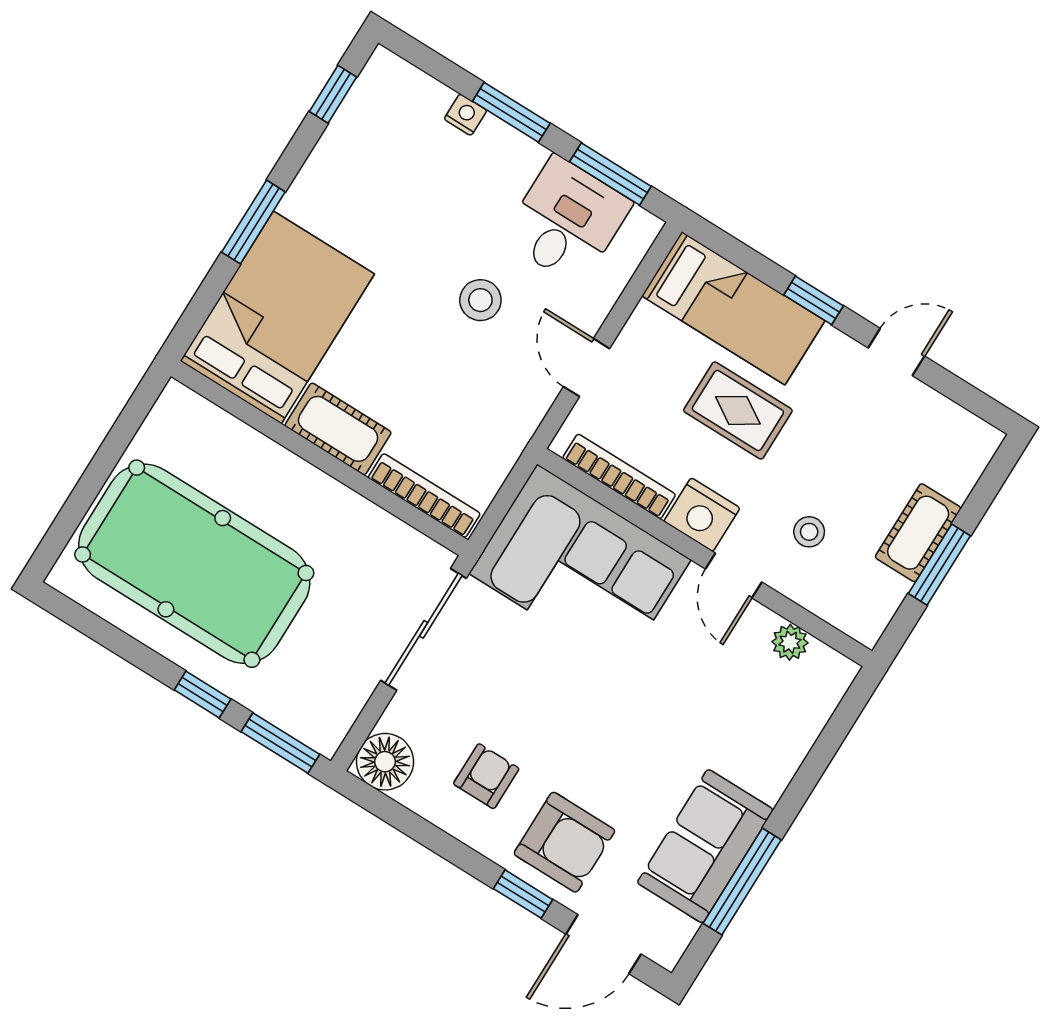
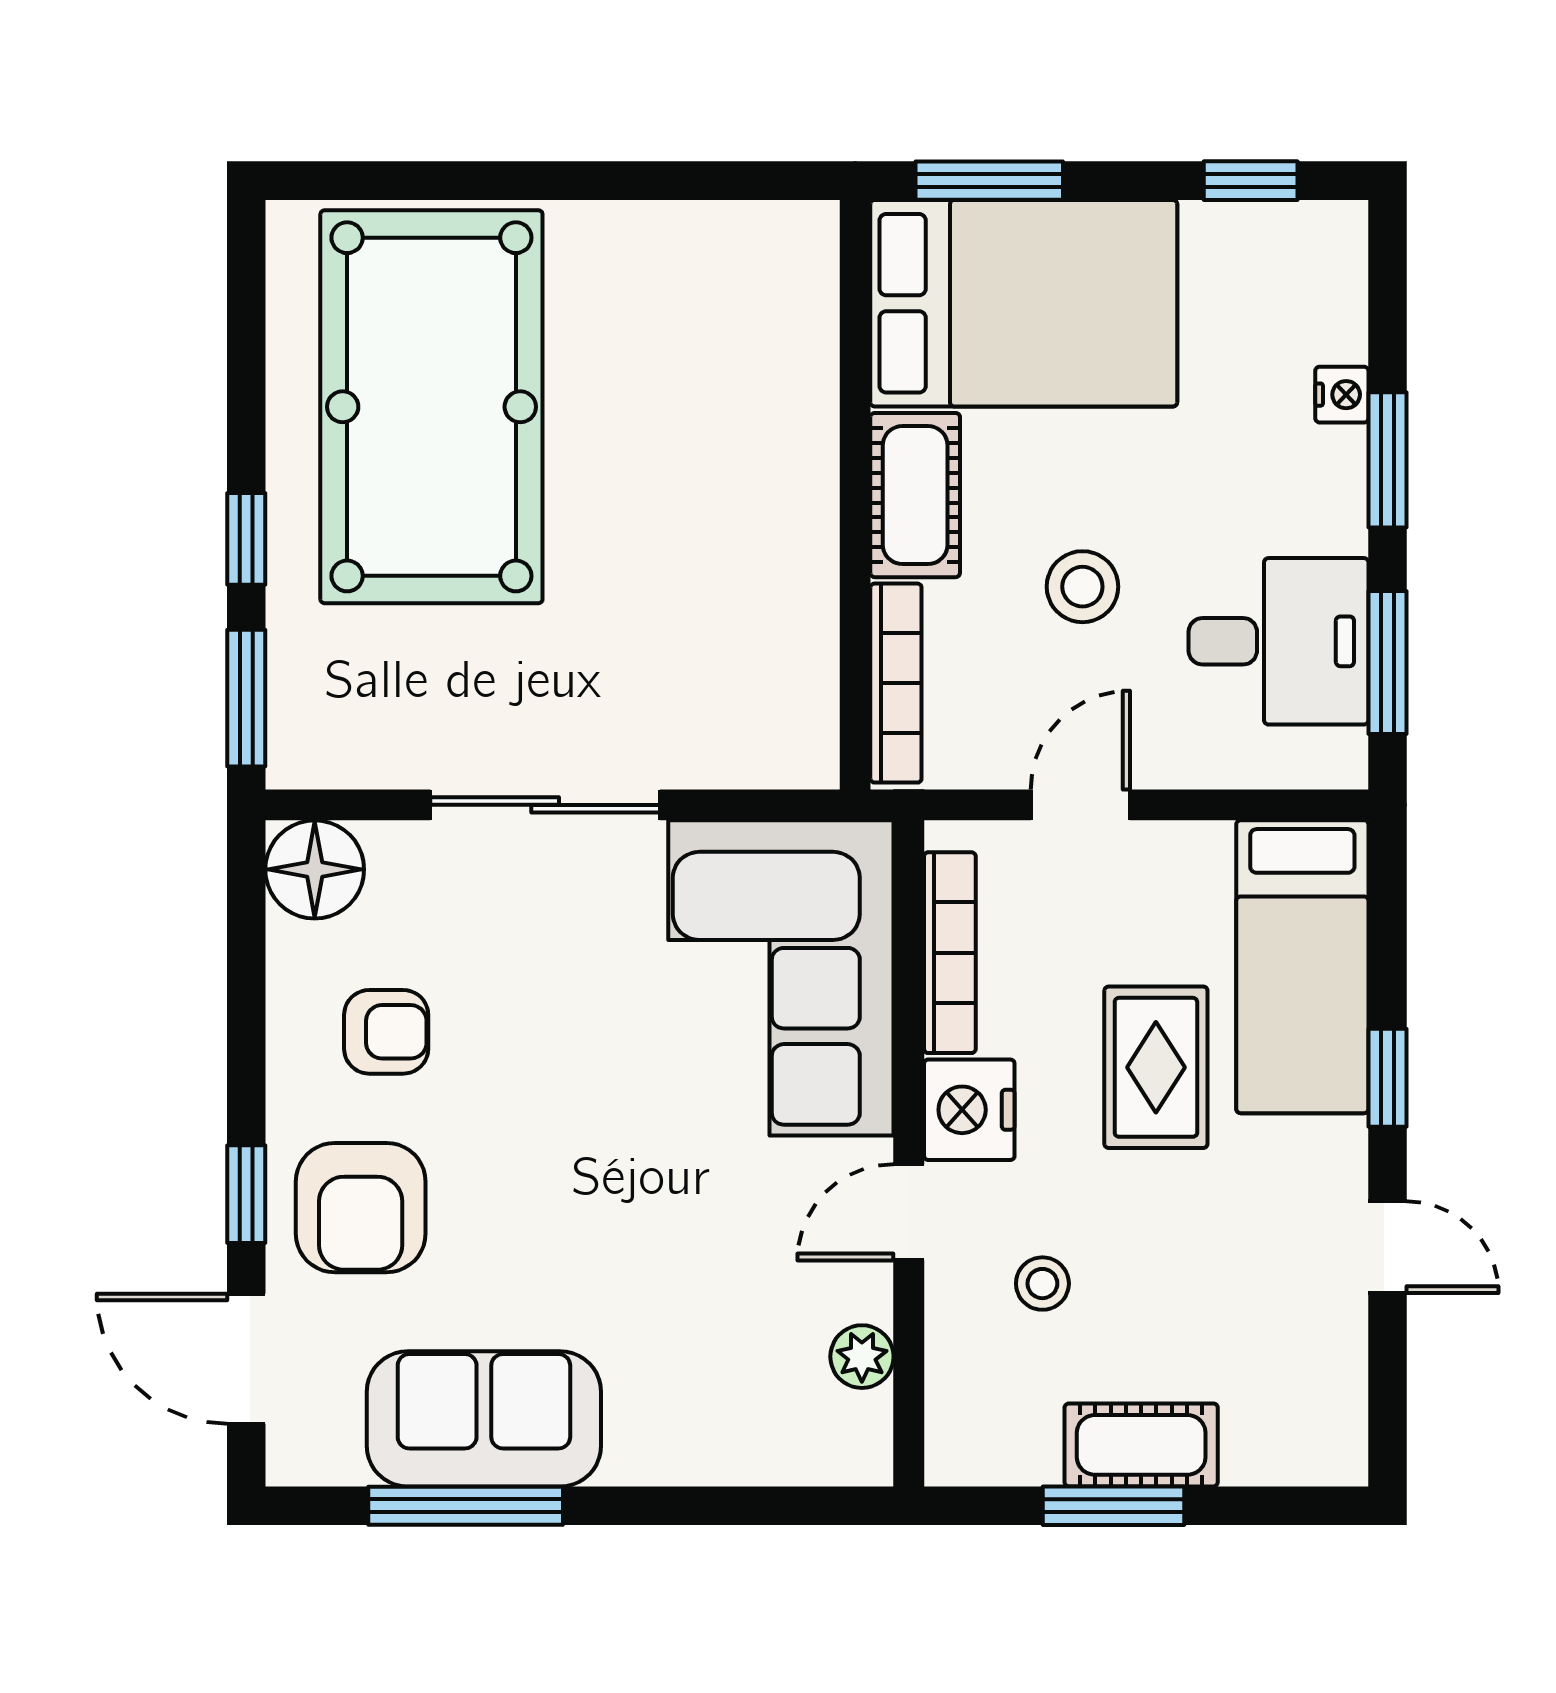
bed: (277, 317) -> (1024, 303), moved
cot: (338, 429) -> (915, 495), moved
wall: (320, 458) -> (855, 495), moved
bookcase: (424, 496) -> (896, 683), moved

